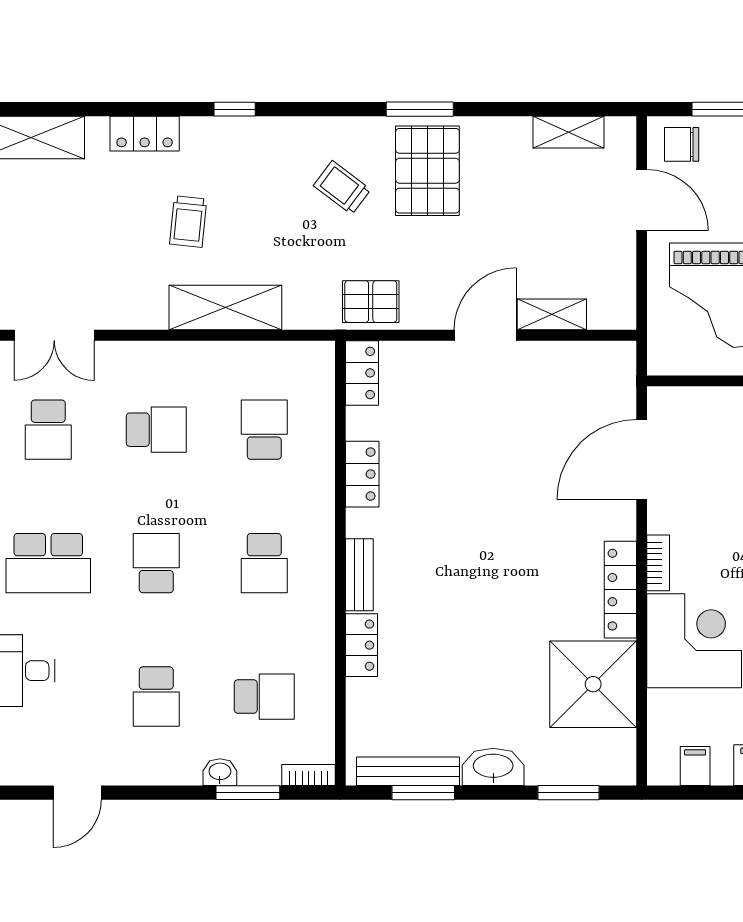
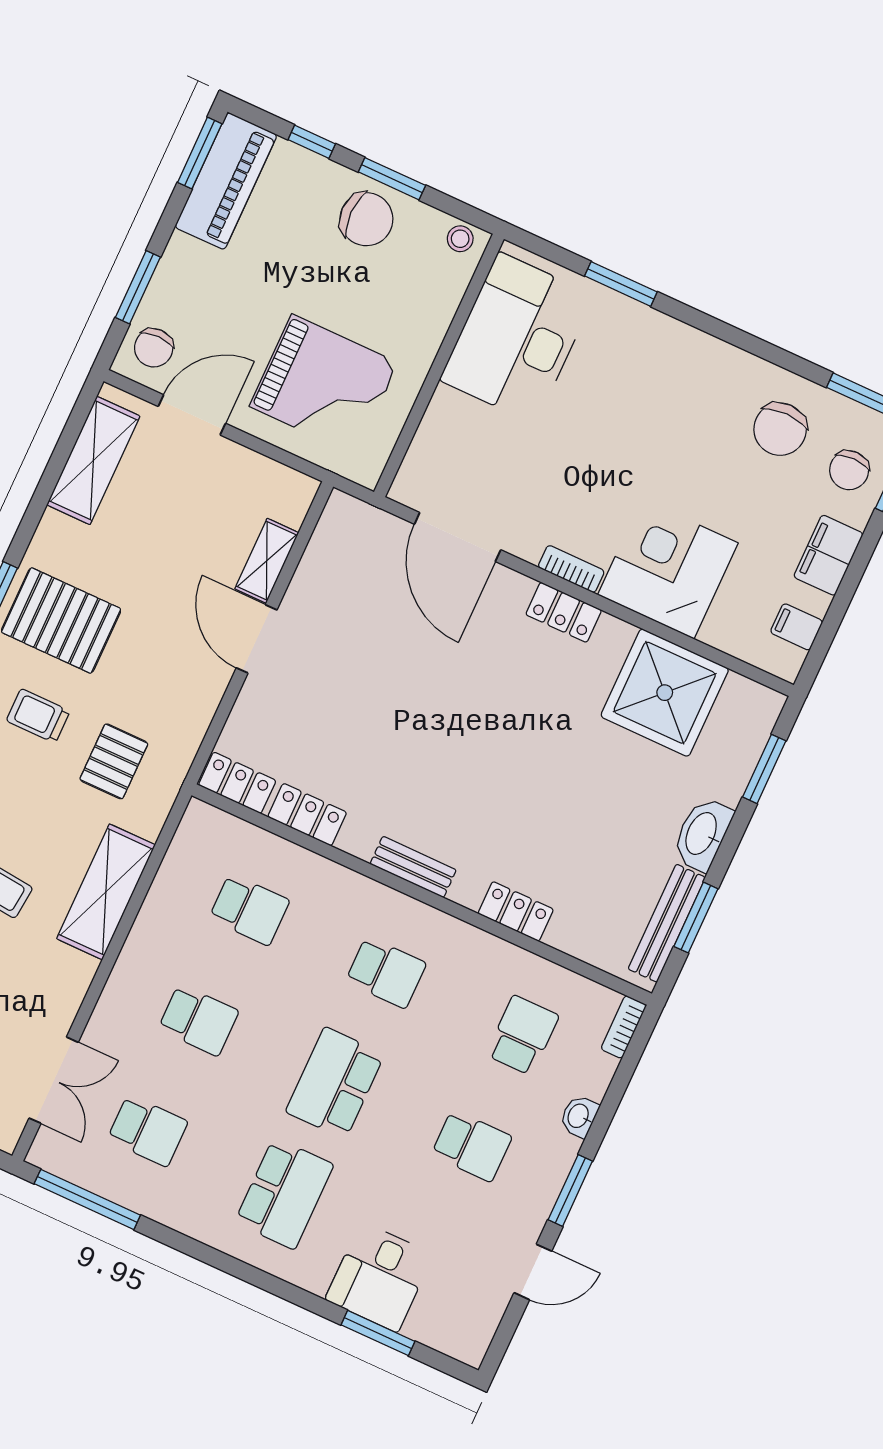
shelving: (568, 132) -> (93, 460), width x1.50, depth x1.33
trolley: (342, 188) -> (38, 716), turned 53
pallet: (371, 302) -> (114, 761), moved
school desk: (156, 430) -> (198, 1020), turned 90
school desk: (264, 430) -> (249, 910), turned 180
locker: (362, 474) -> (307, 815), moved
school desk: (156, 563) -> (335, 1083), width x1.85
bench: (359, 575) -> (413, 867), moved
locker: (620, 590) -> (564, 612), width x0.66
door: (77, 793) -> (533, 1272), hinge flipped
window: (248, 793) -> (570, 1190), moved

